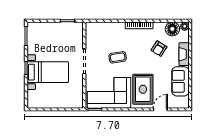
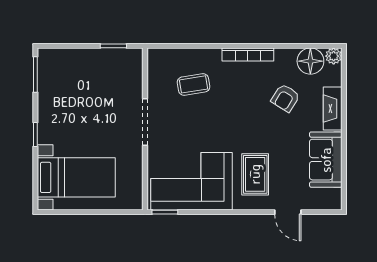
coffee table: (118, 57) -> (194, 84), moved
bed with nightstands: (48, 72) -> (76, 177), moved
rug: (143, 89) -> (255, 174), width x0.73, depth x0.70
door: (160, 109) -> (288, 212), swing flipped

